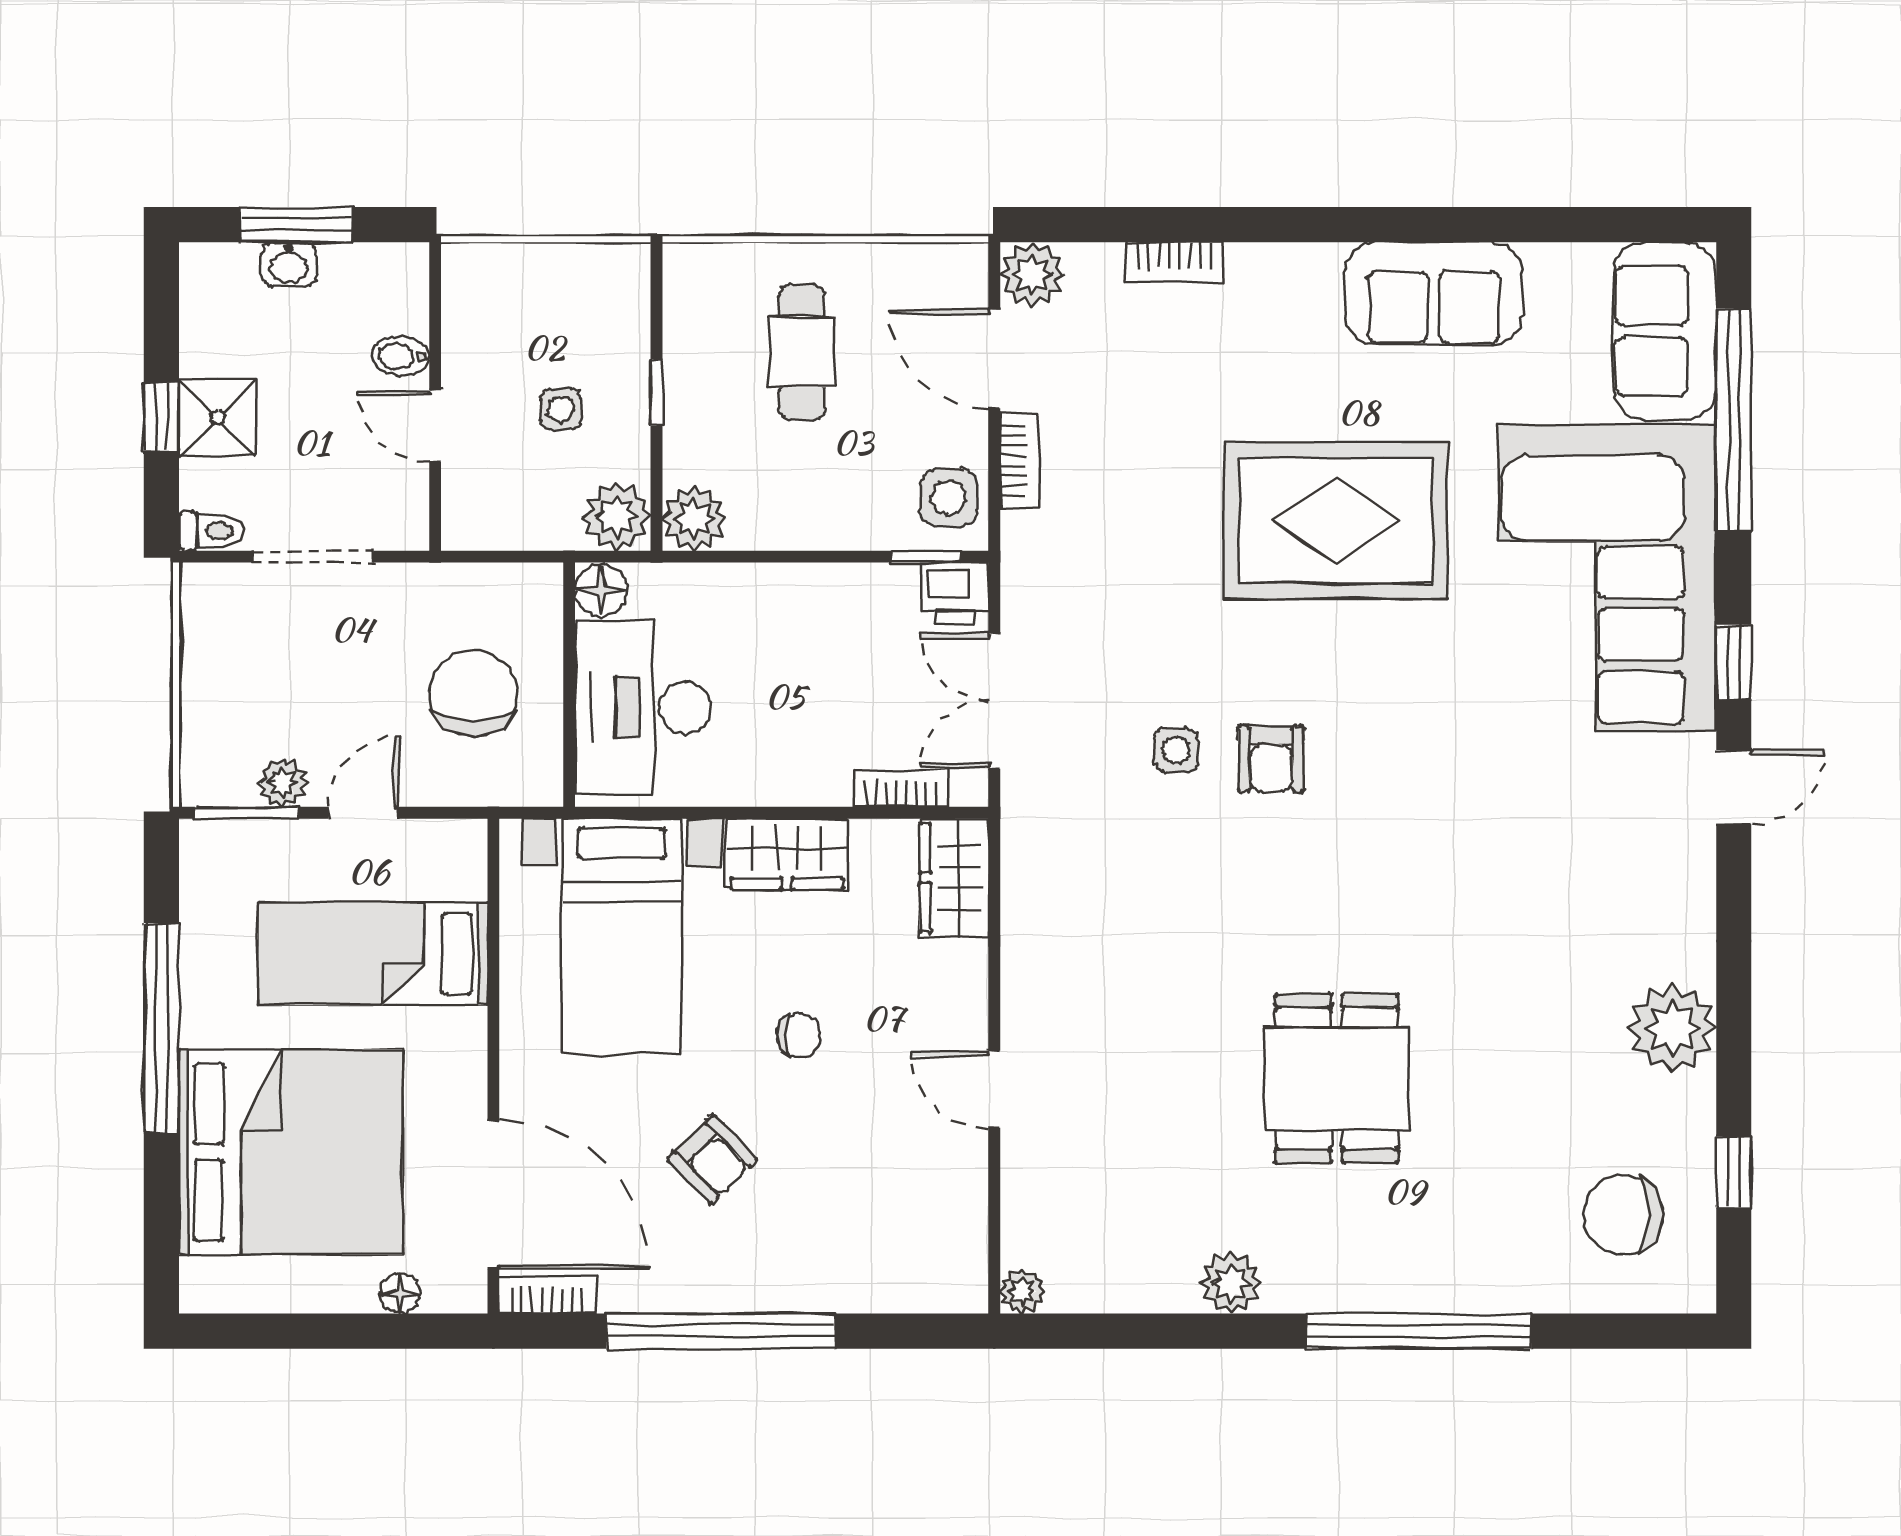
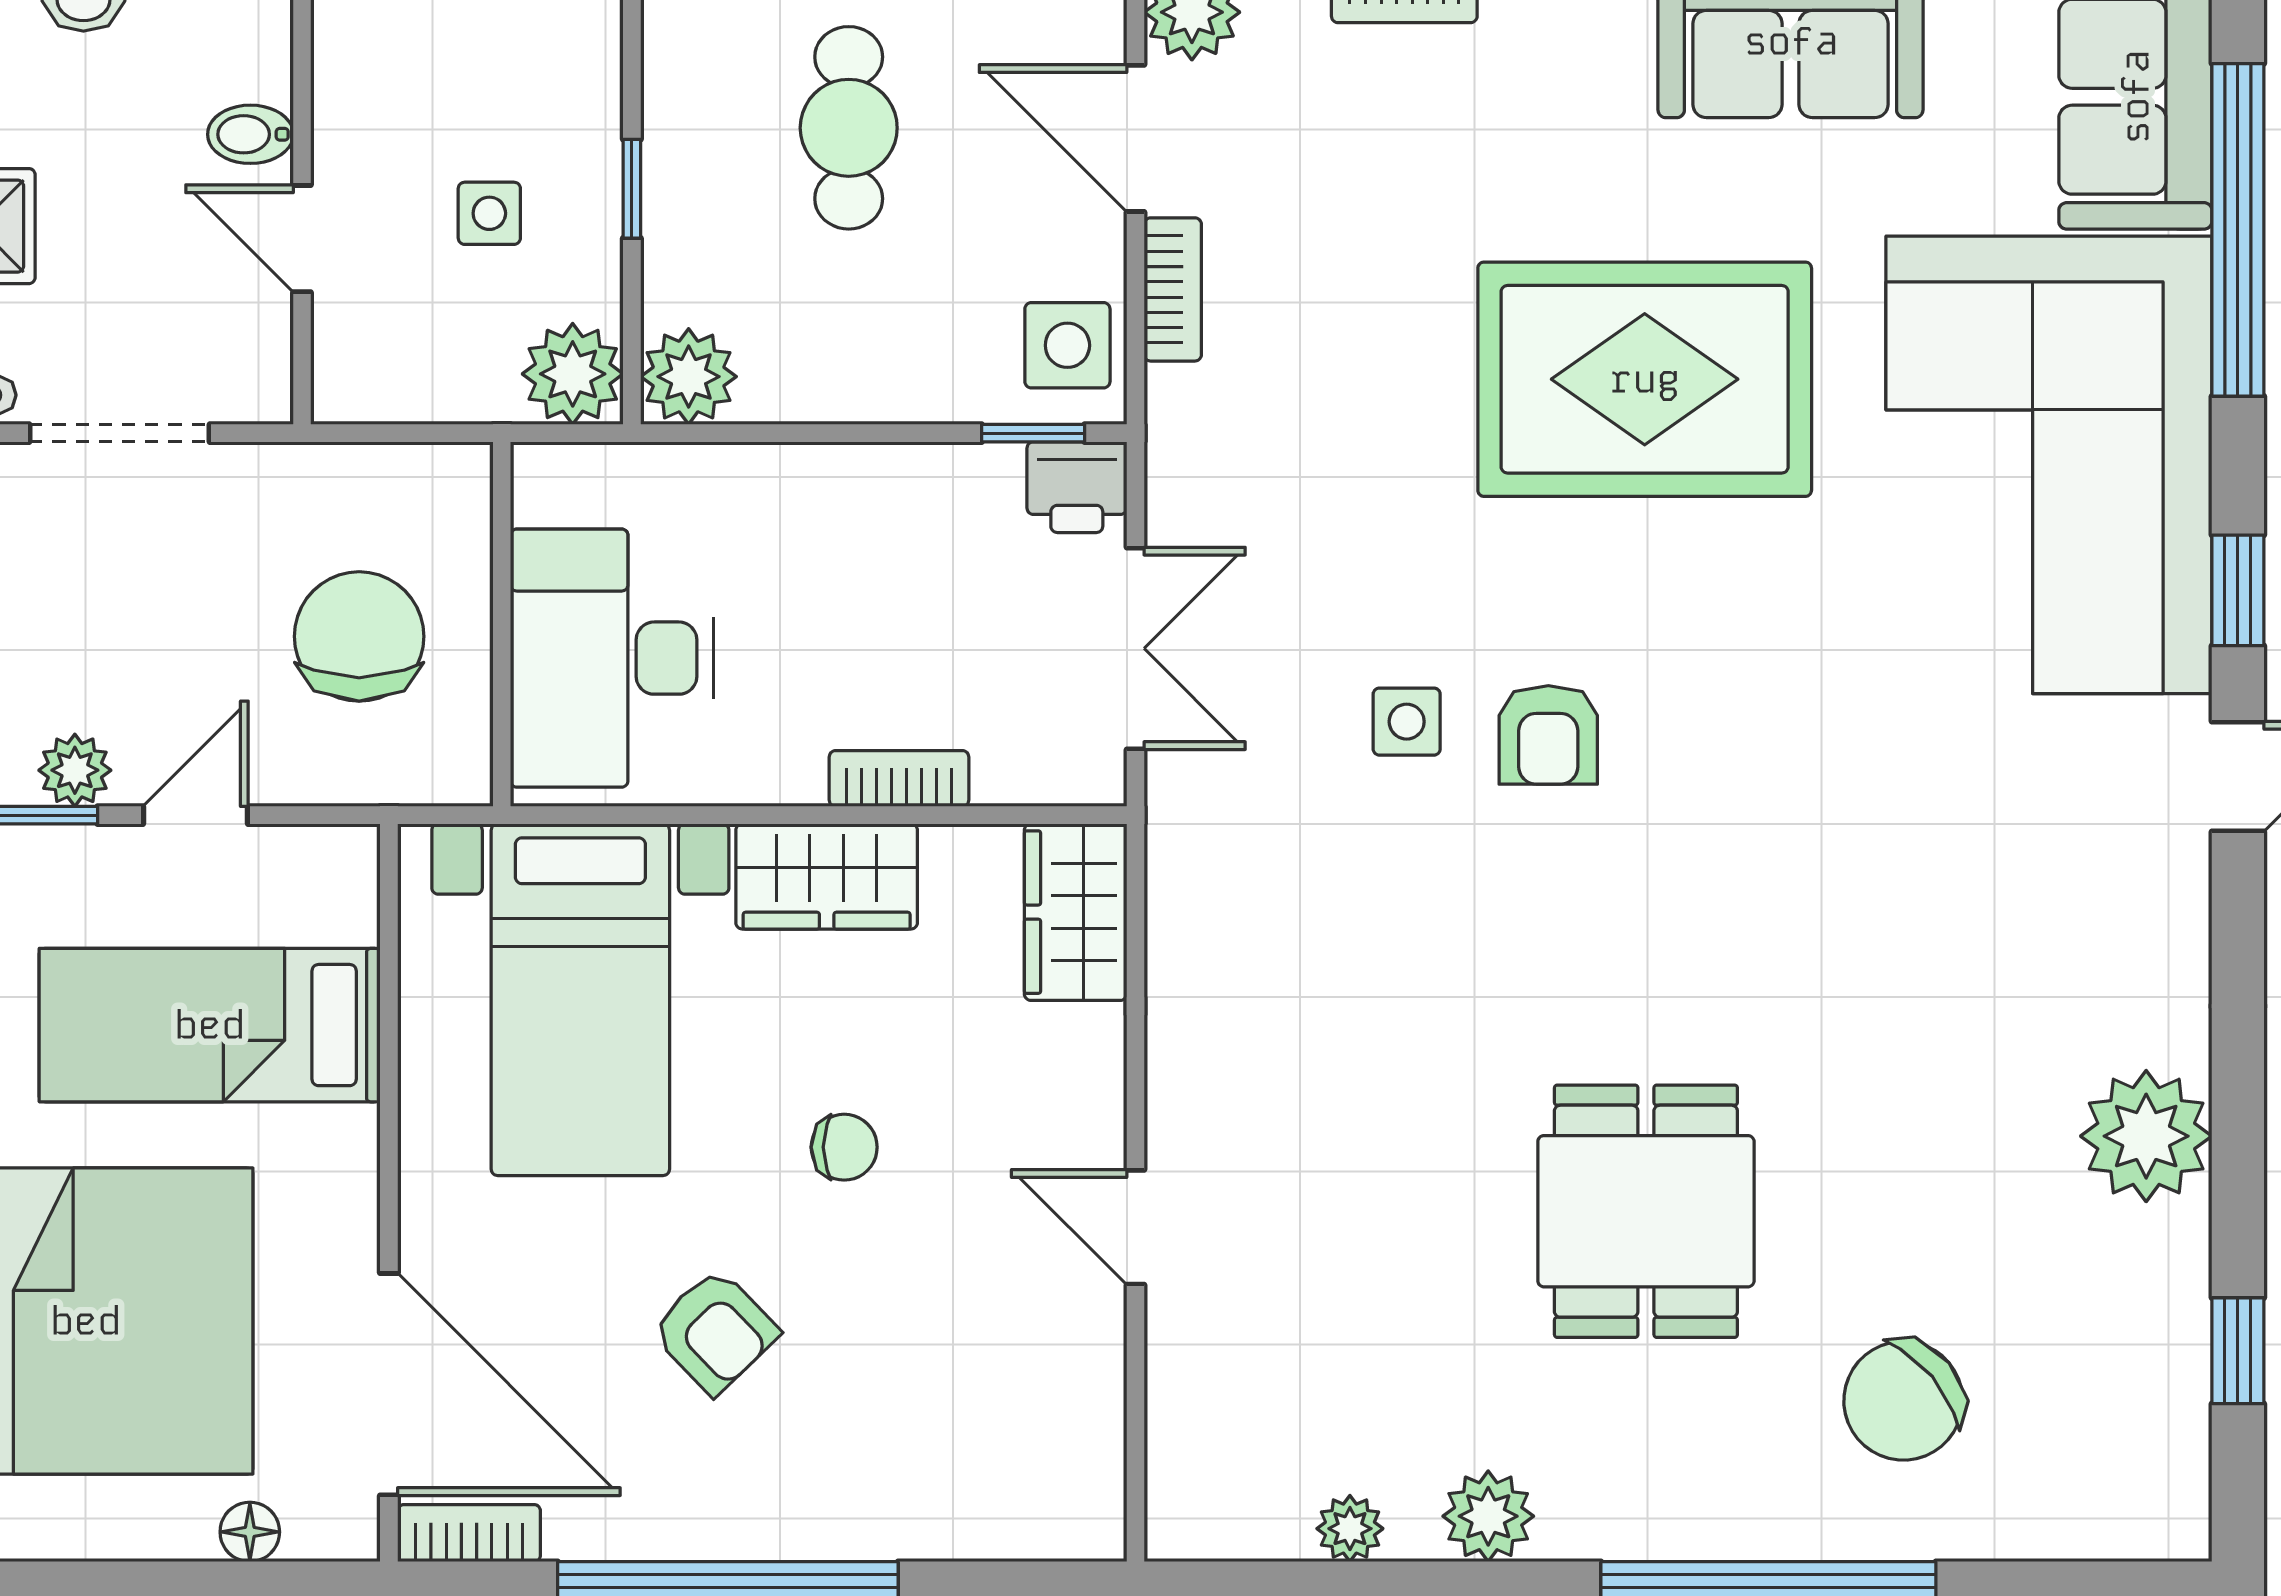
floor lamp: (601, 590) -> (549, 483), removed
double door: (994, 701) -> (1135, 648), swing flipped
bookcase: (901, 788) -> (899, 779), moved
chair: (1623, 1215) -> (1903, 1401), moved, turned -40
plant: (1022, 1291) -> (1350, 1529), moved

